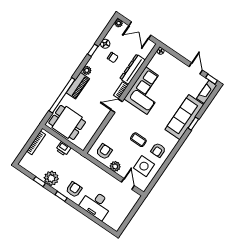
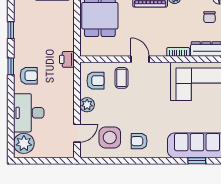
door: (117, 106) -> (140, 59), moved
coffee table: (138, 140) -> (122, 78), moved
printer: (63, 149) -> (67, 59), moved
plant: (51, 178) -> (24, 143), moved

